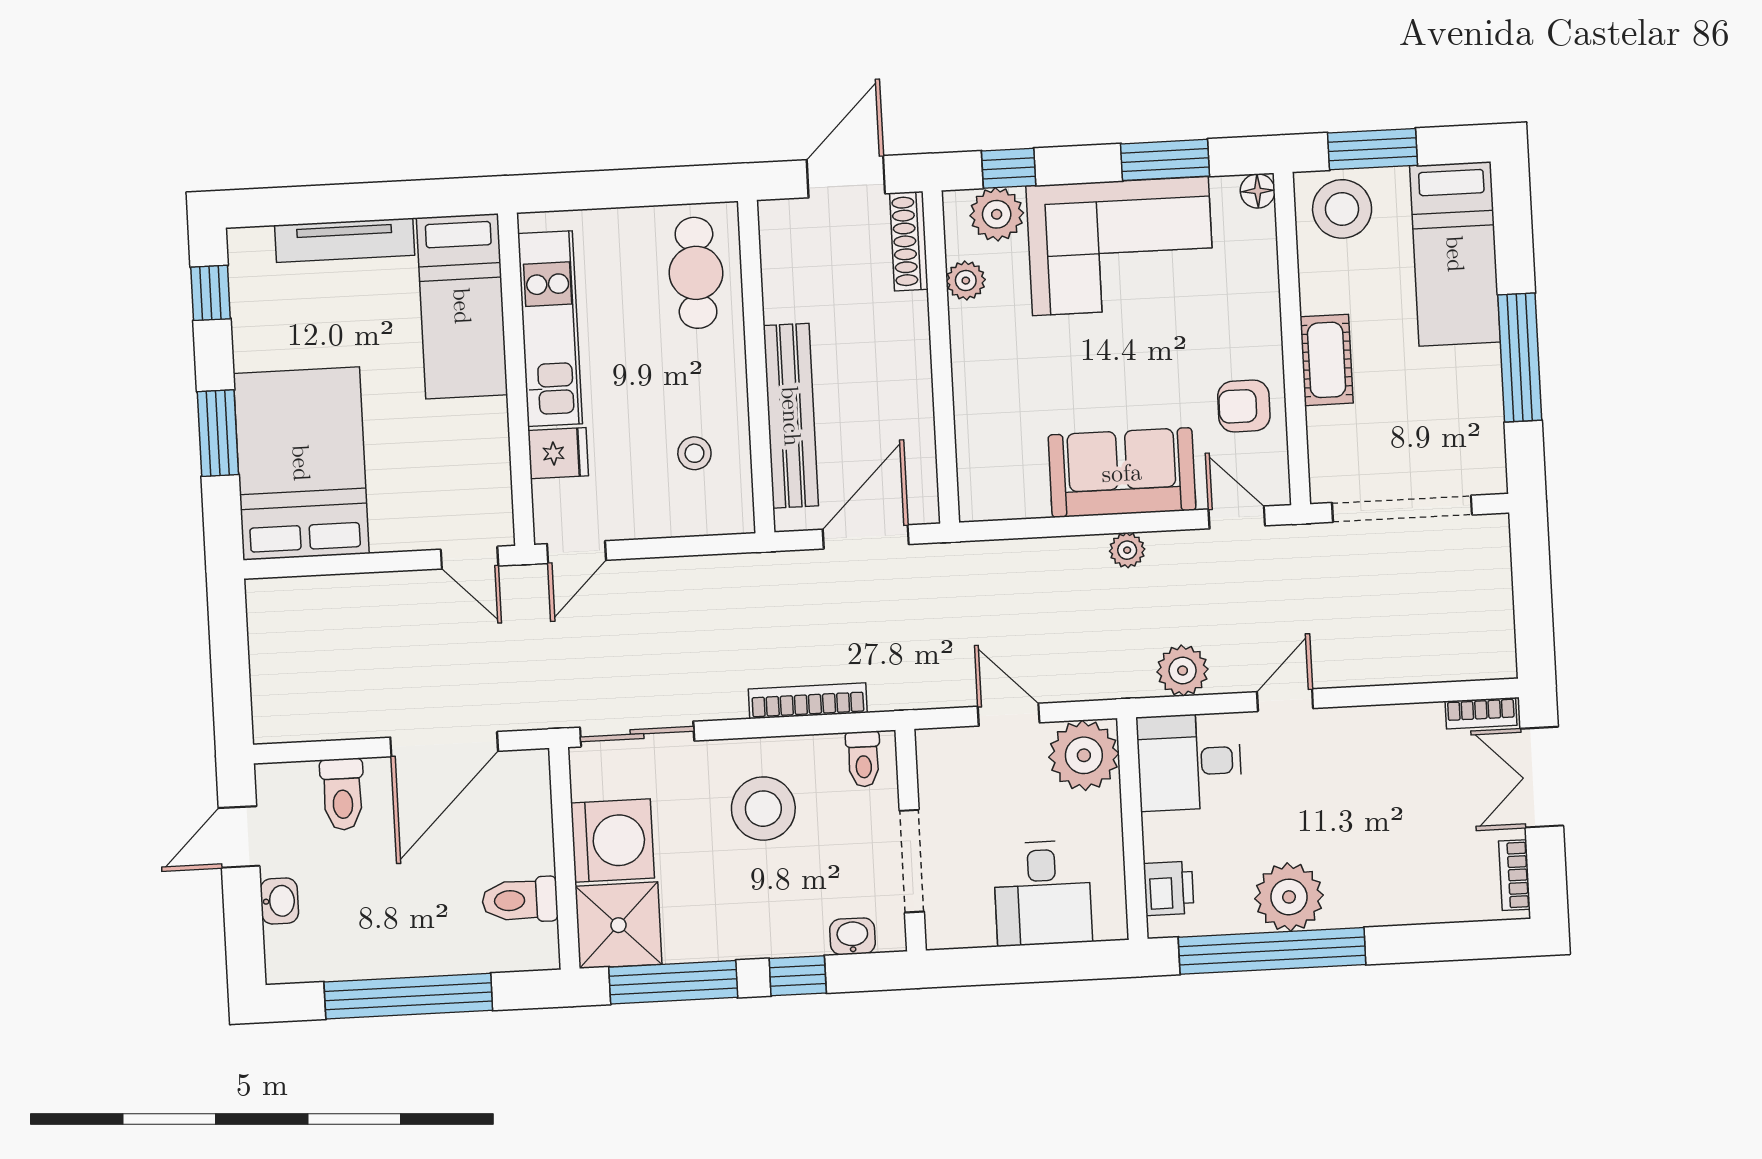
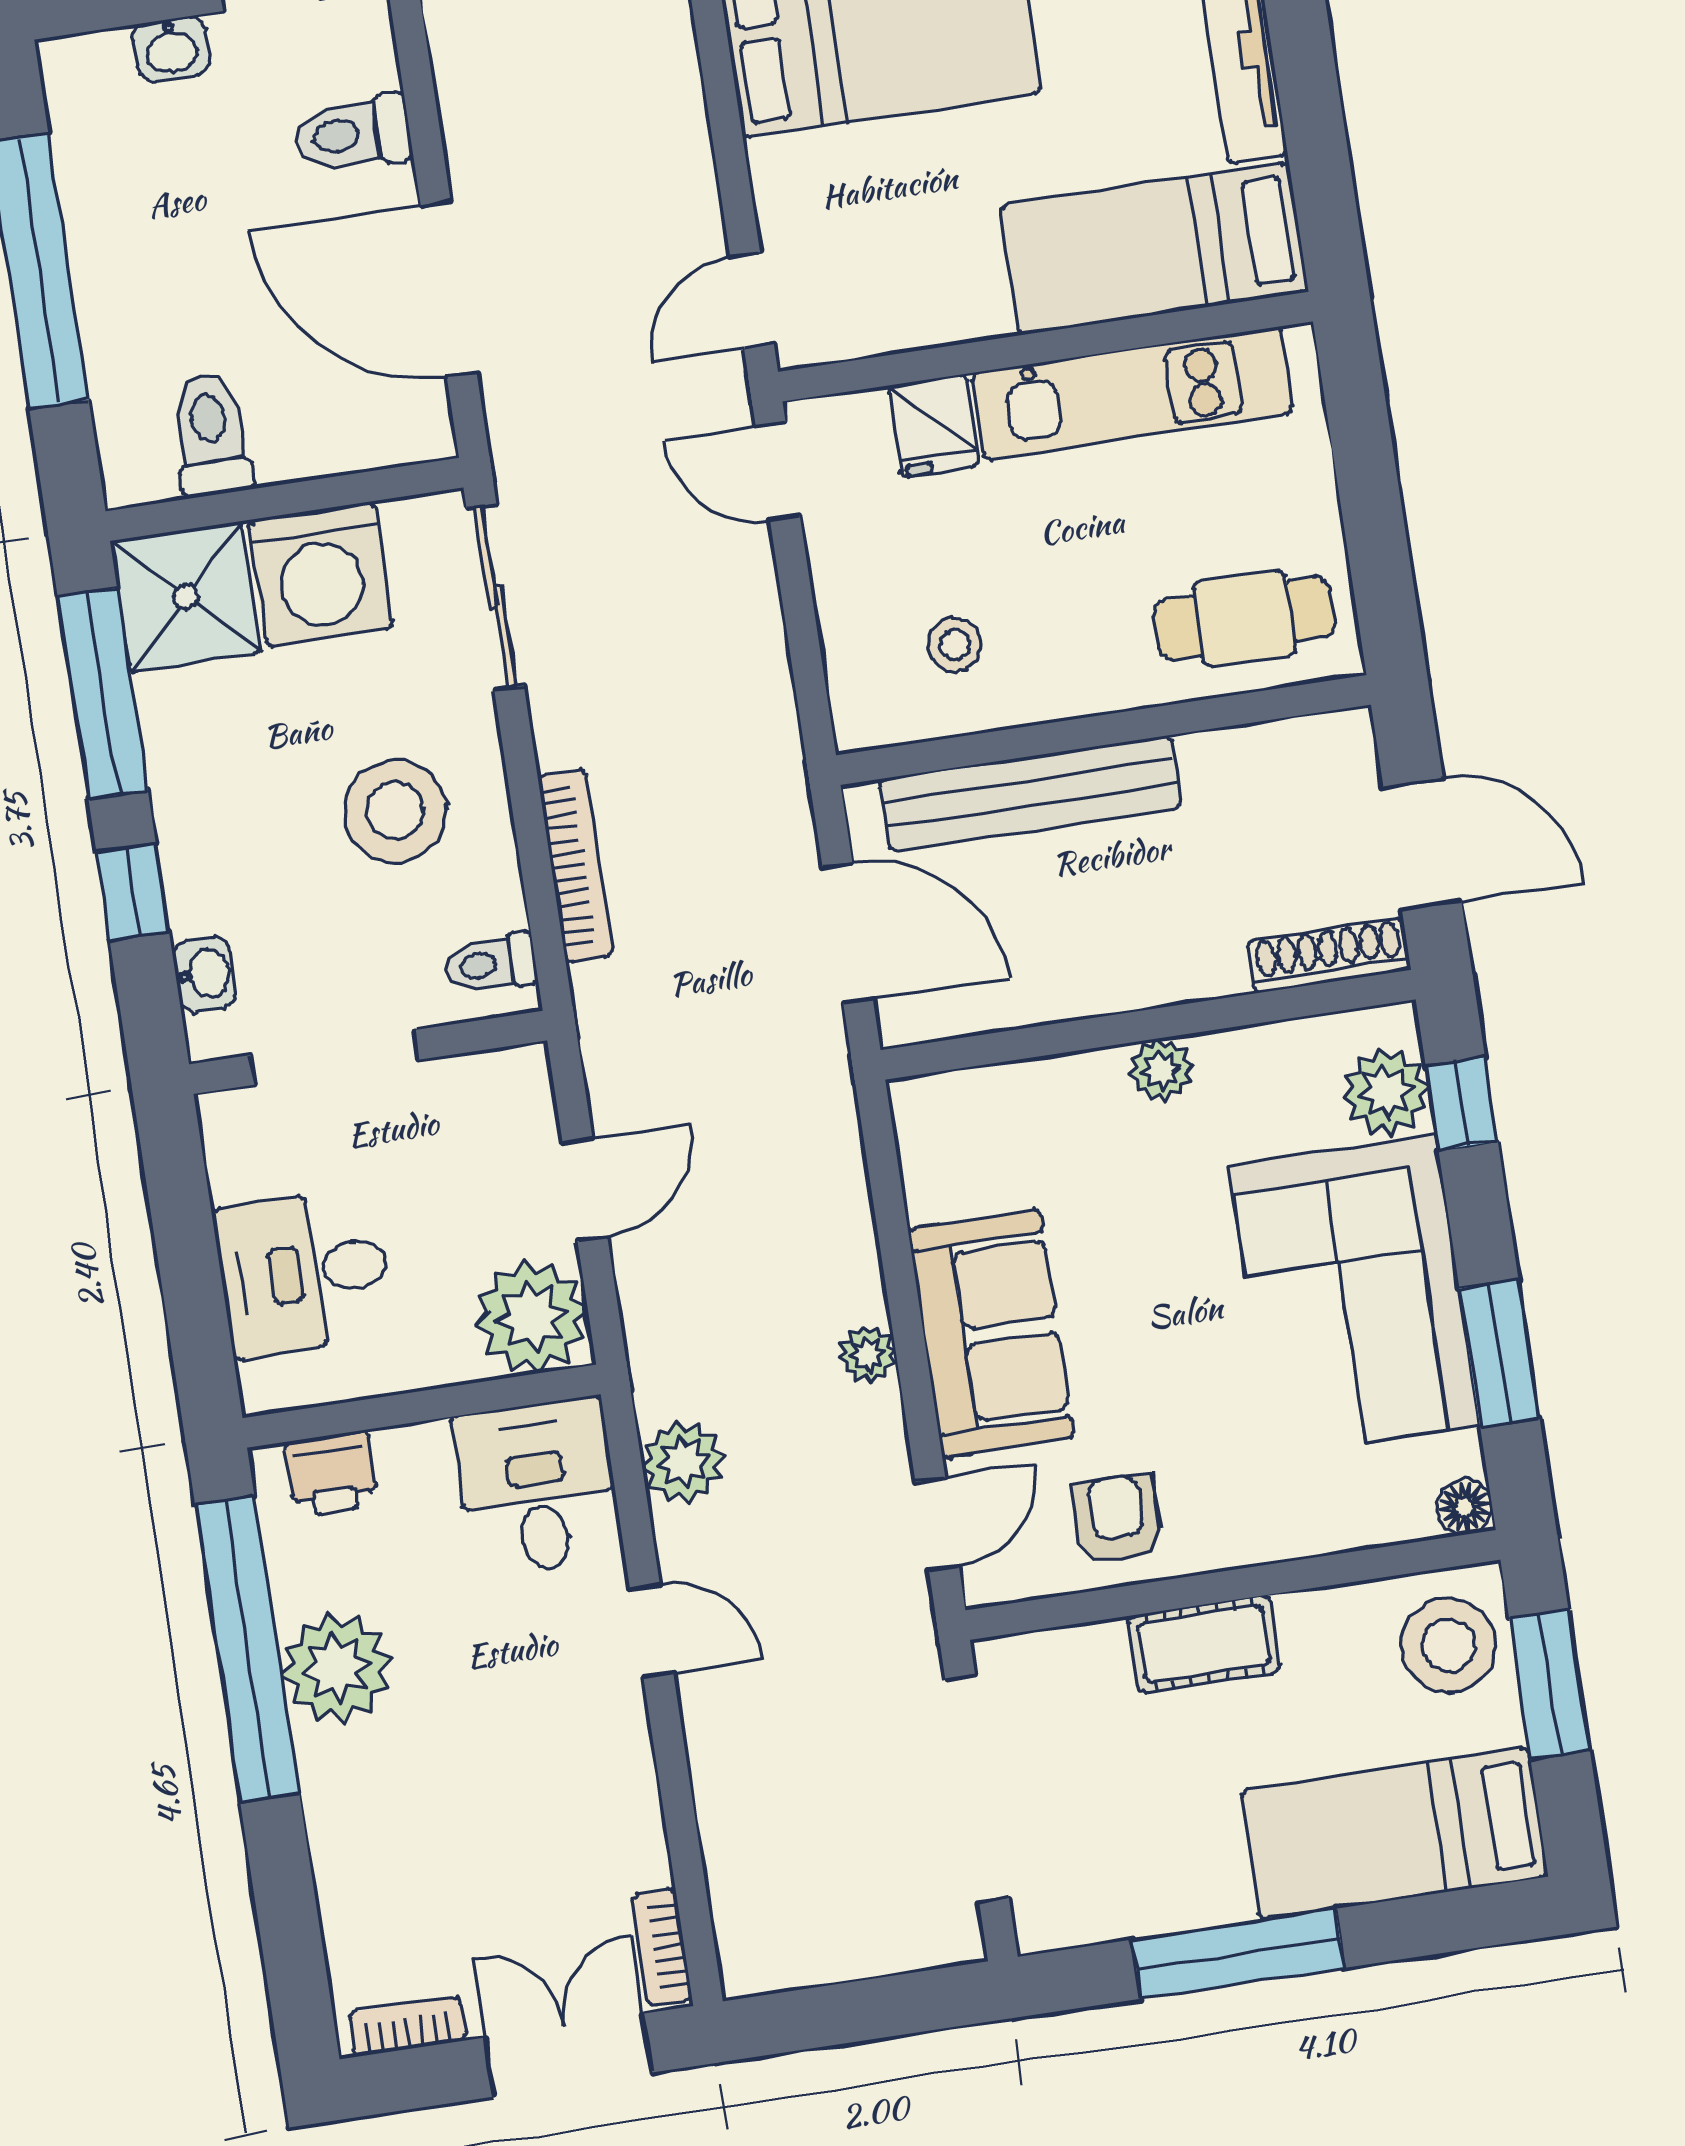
plant: (966, 281) -> (1161, 1070), moved

